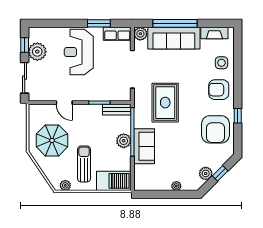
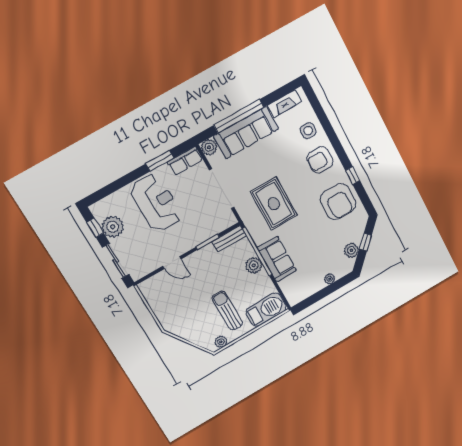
reception desk: (79, 52) -> (156, 203), turned 180
parasol: (52, 140) -> (182, 307), removed

